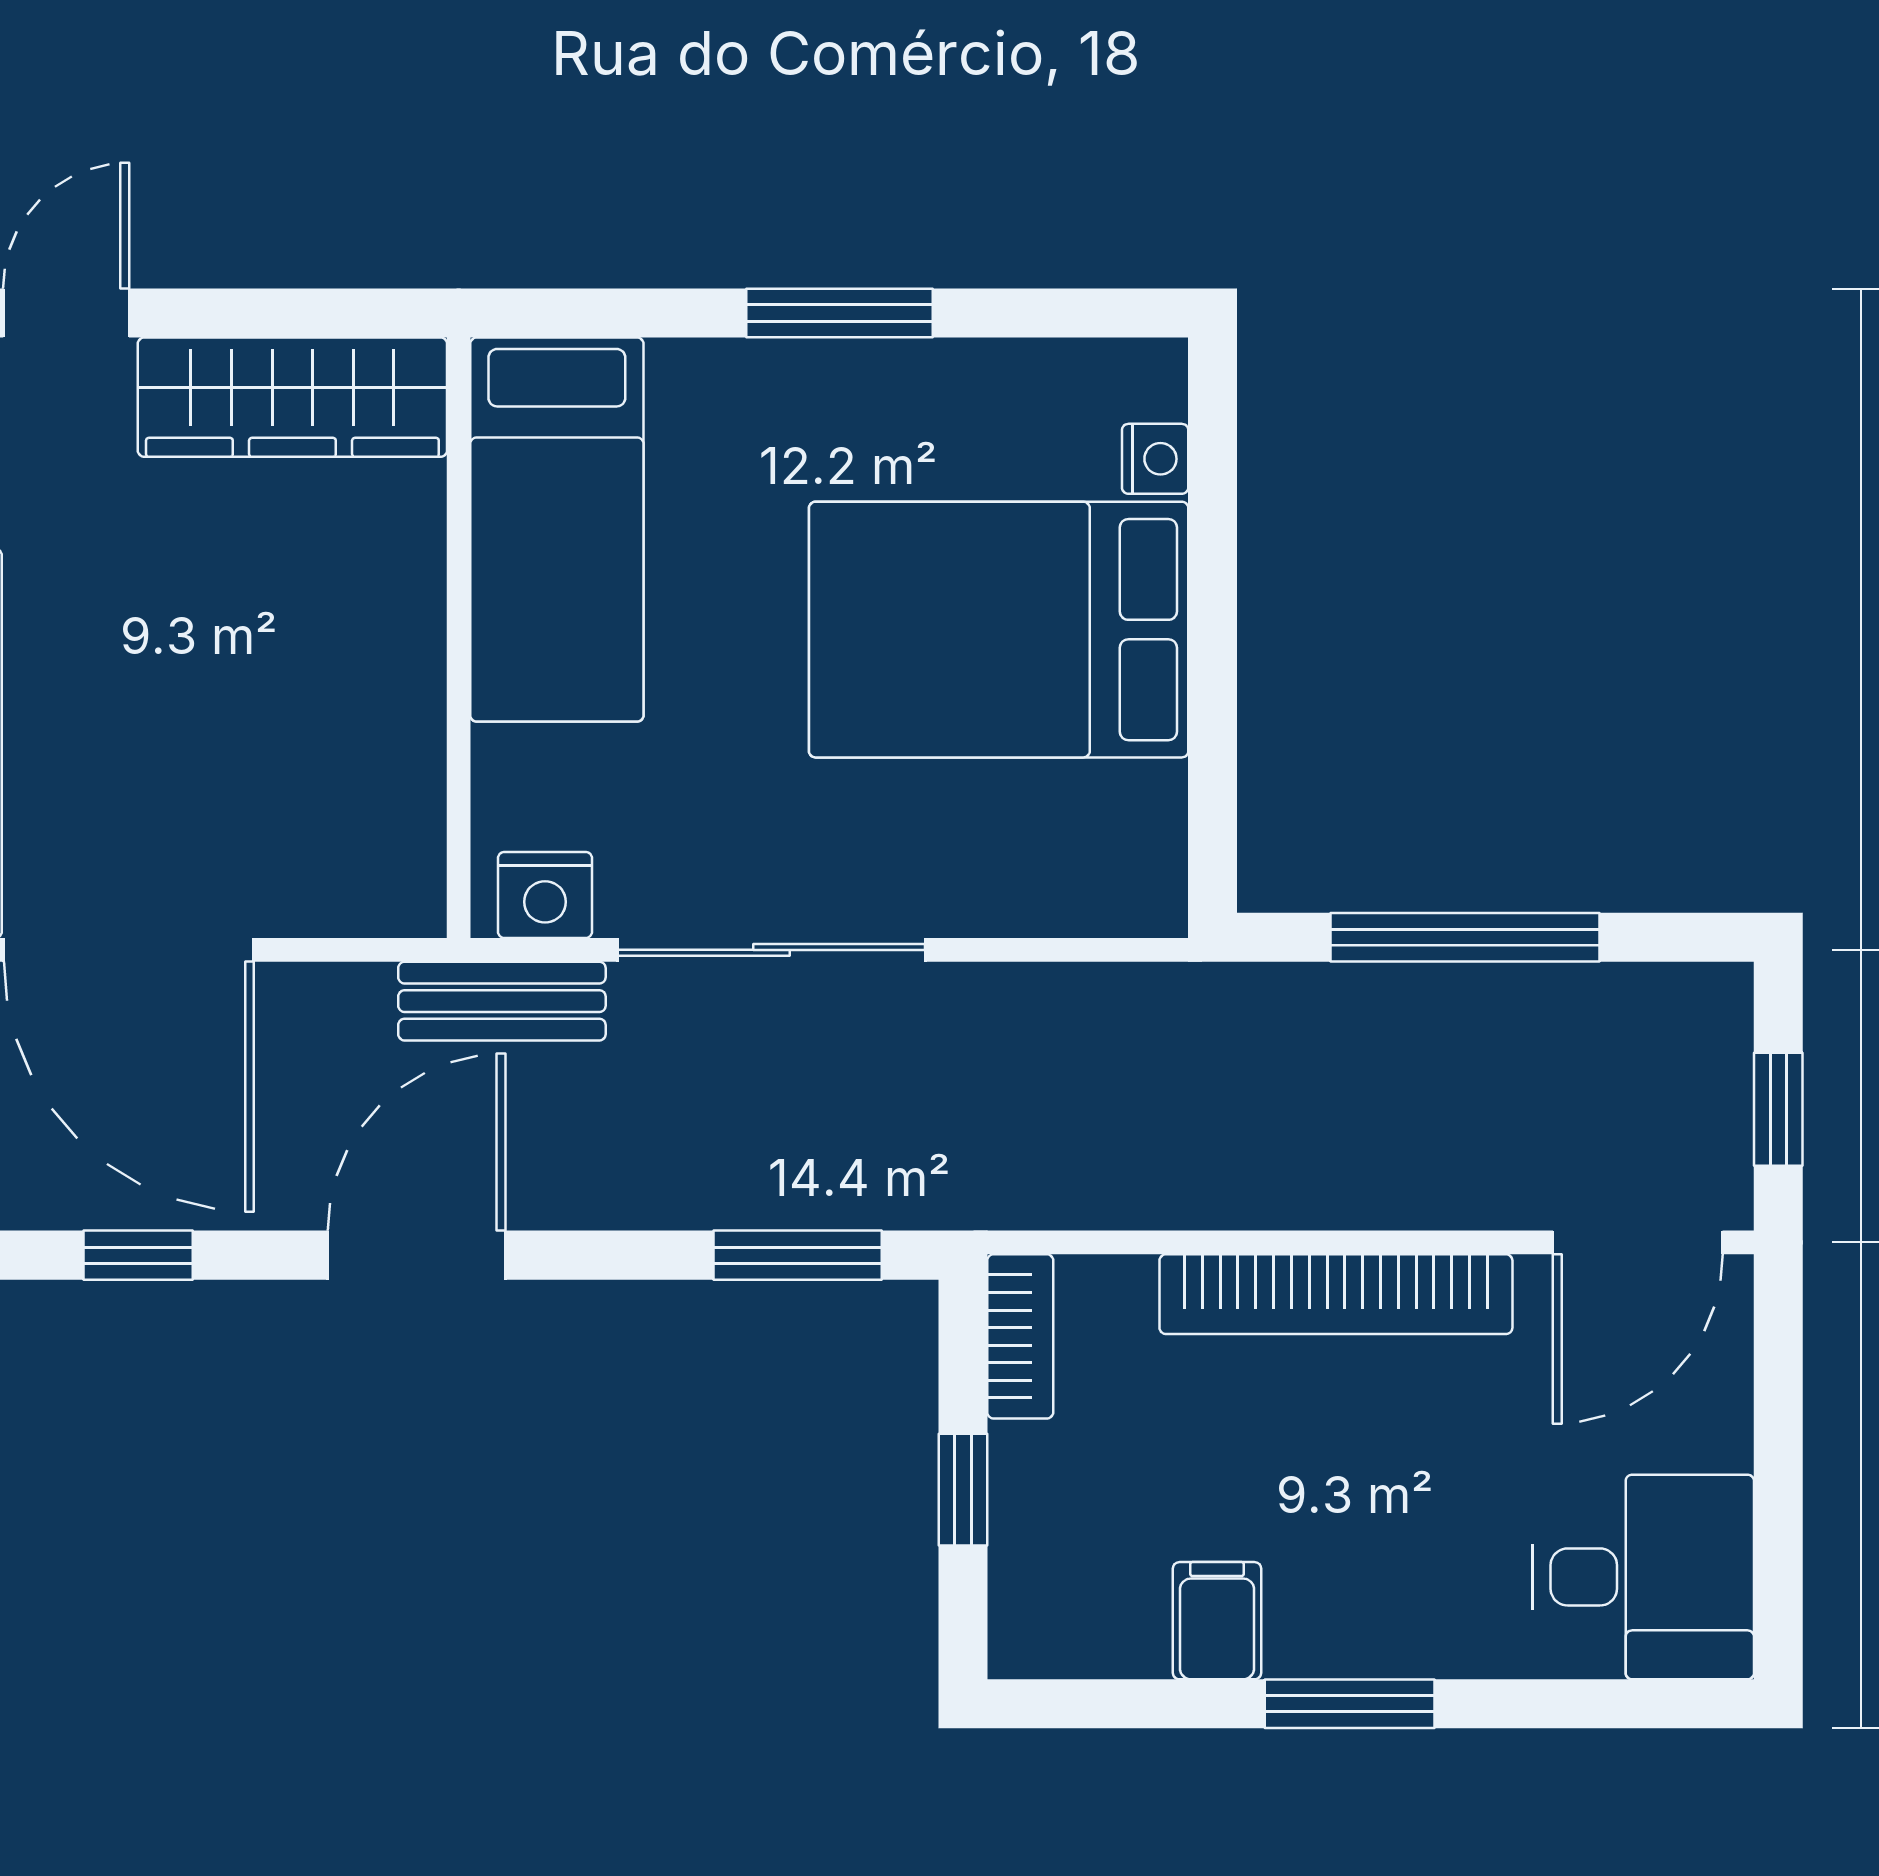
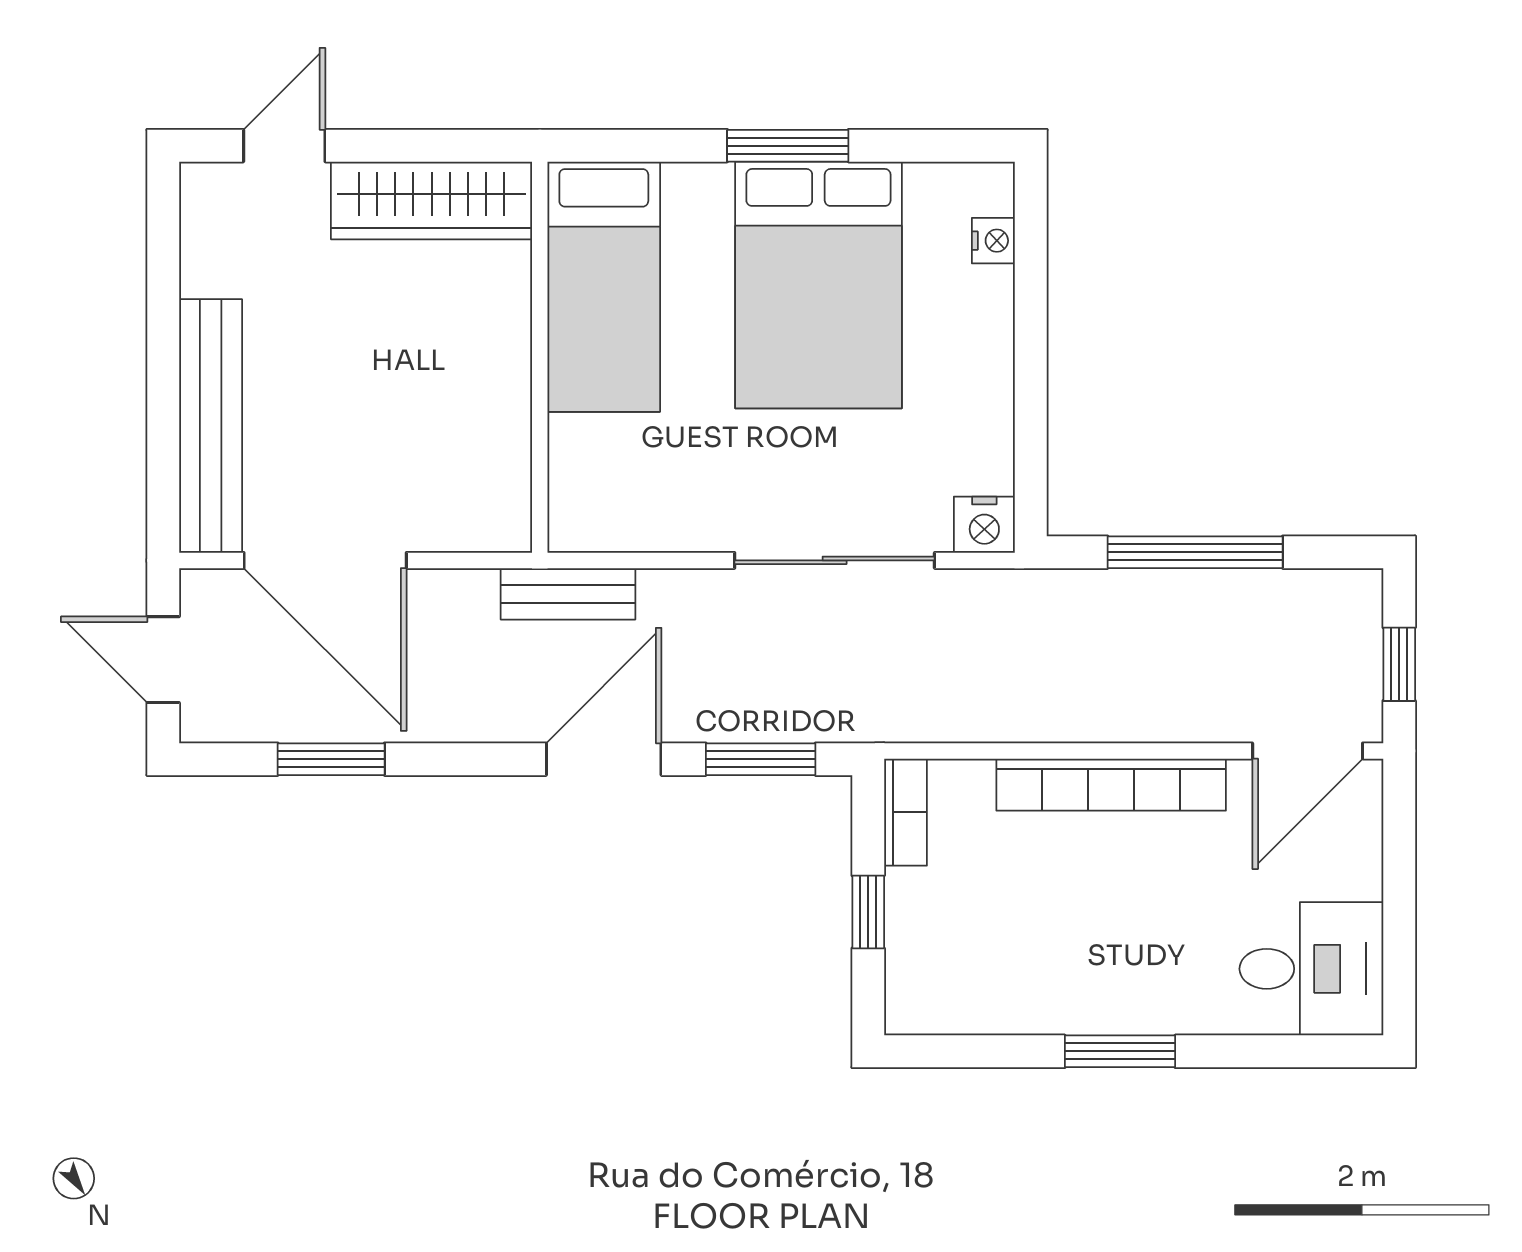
bed: (999, 630) -> (818, 285), moved, turned -90
nightstand: (545, 895) -> (984, 525), moved
sliding door: (771, 950) -> (835, 560), moved
window: (138, 1255) -> (331, 759), width x1.50
door: (417, 1255) -> (604, 759), moved
filing cabinet: (1217, 1621) -> (1034, 997), removed

